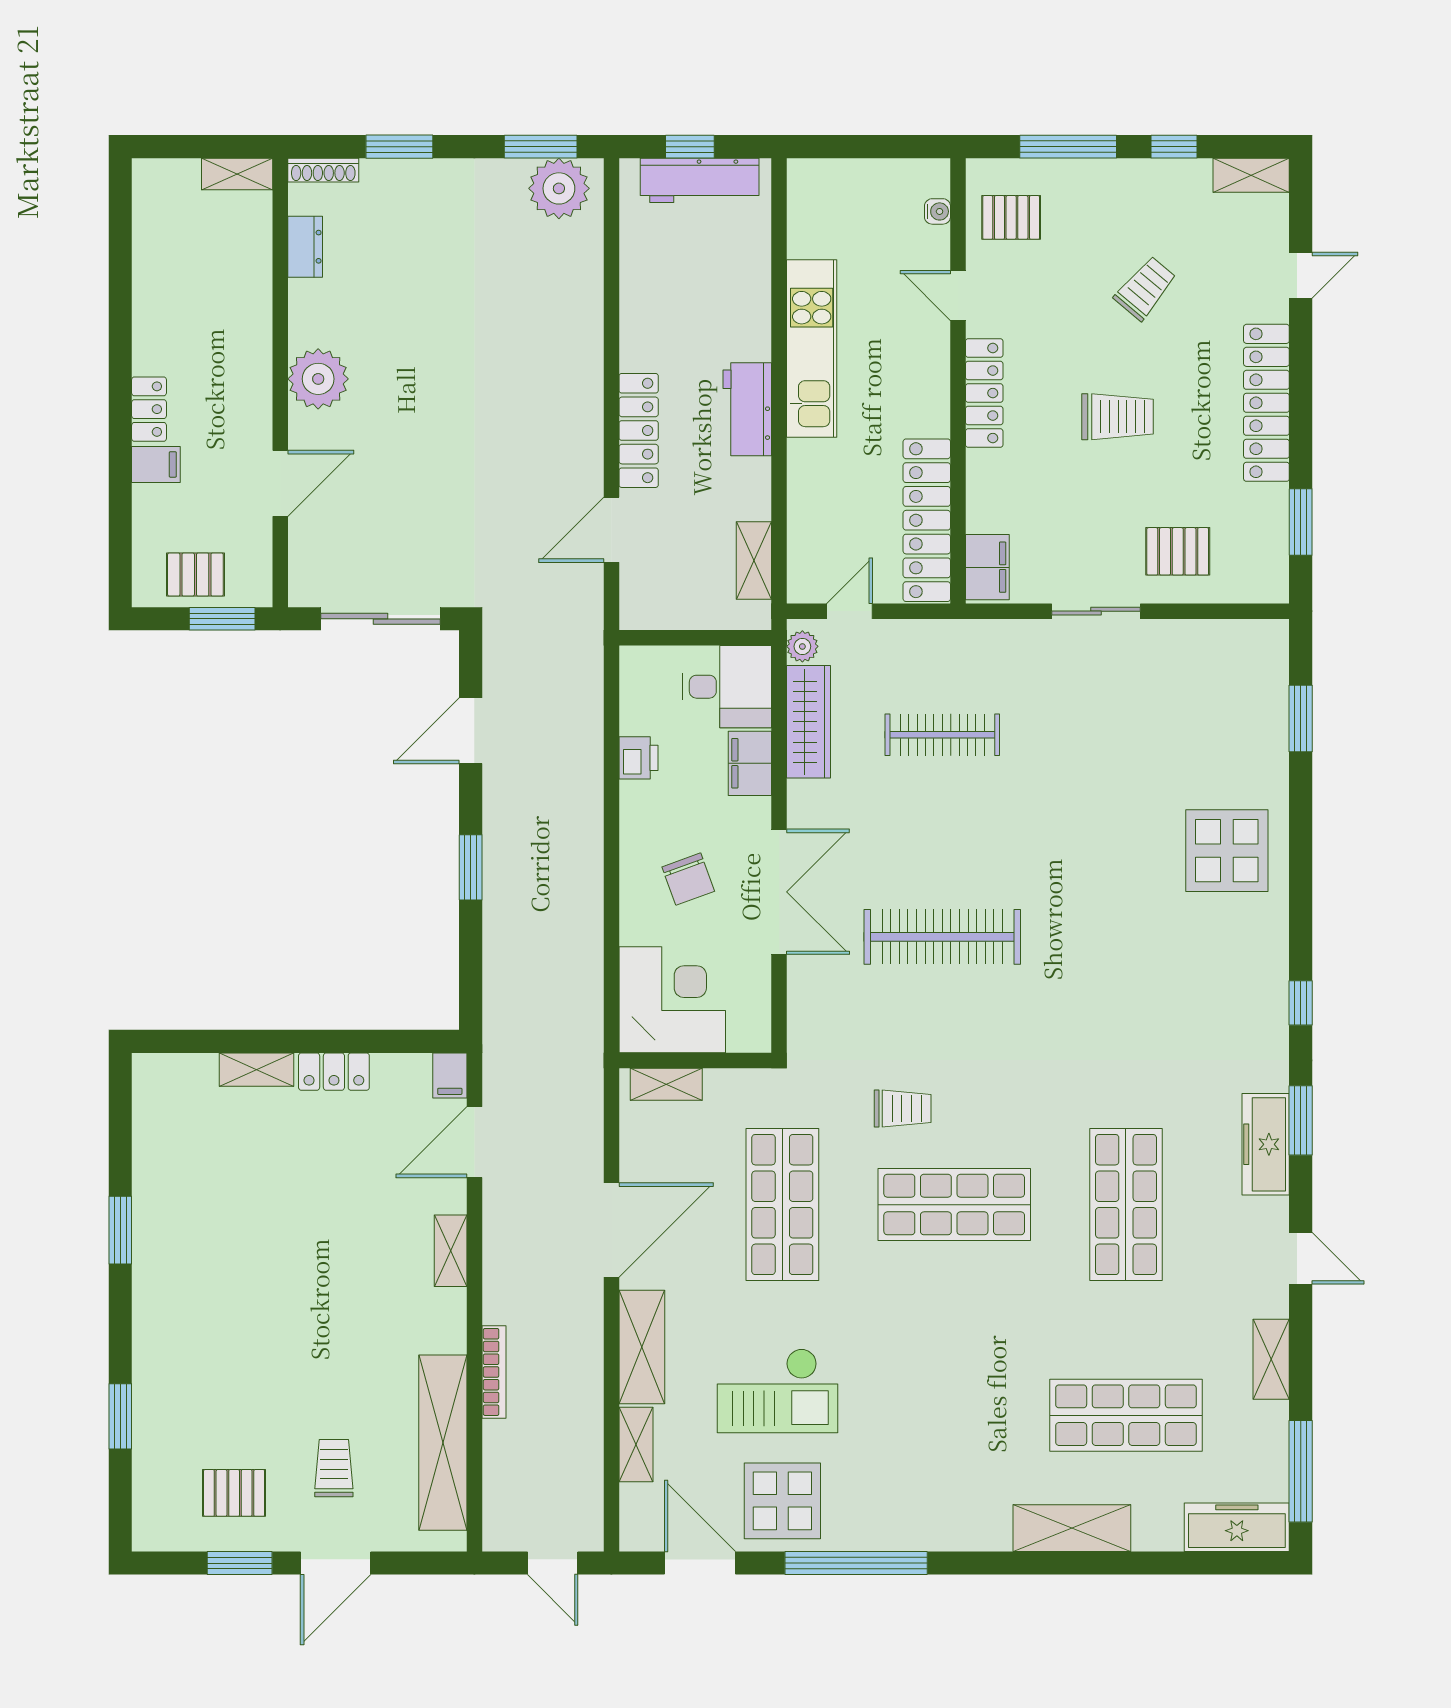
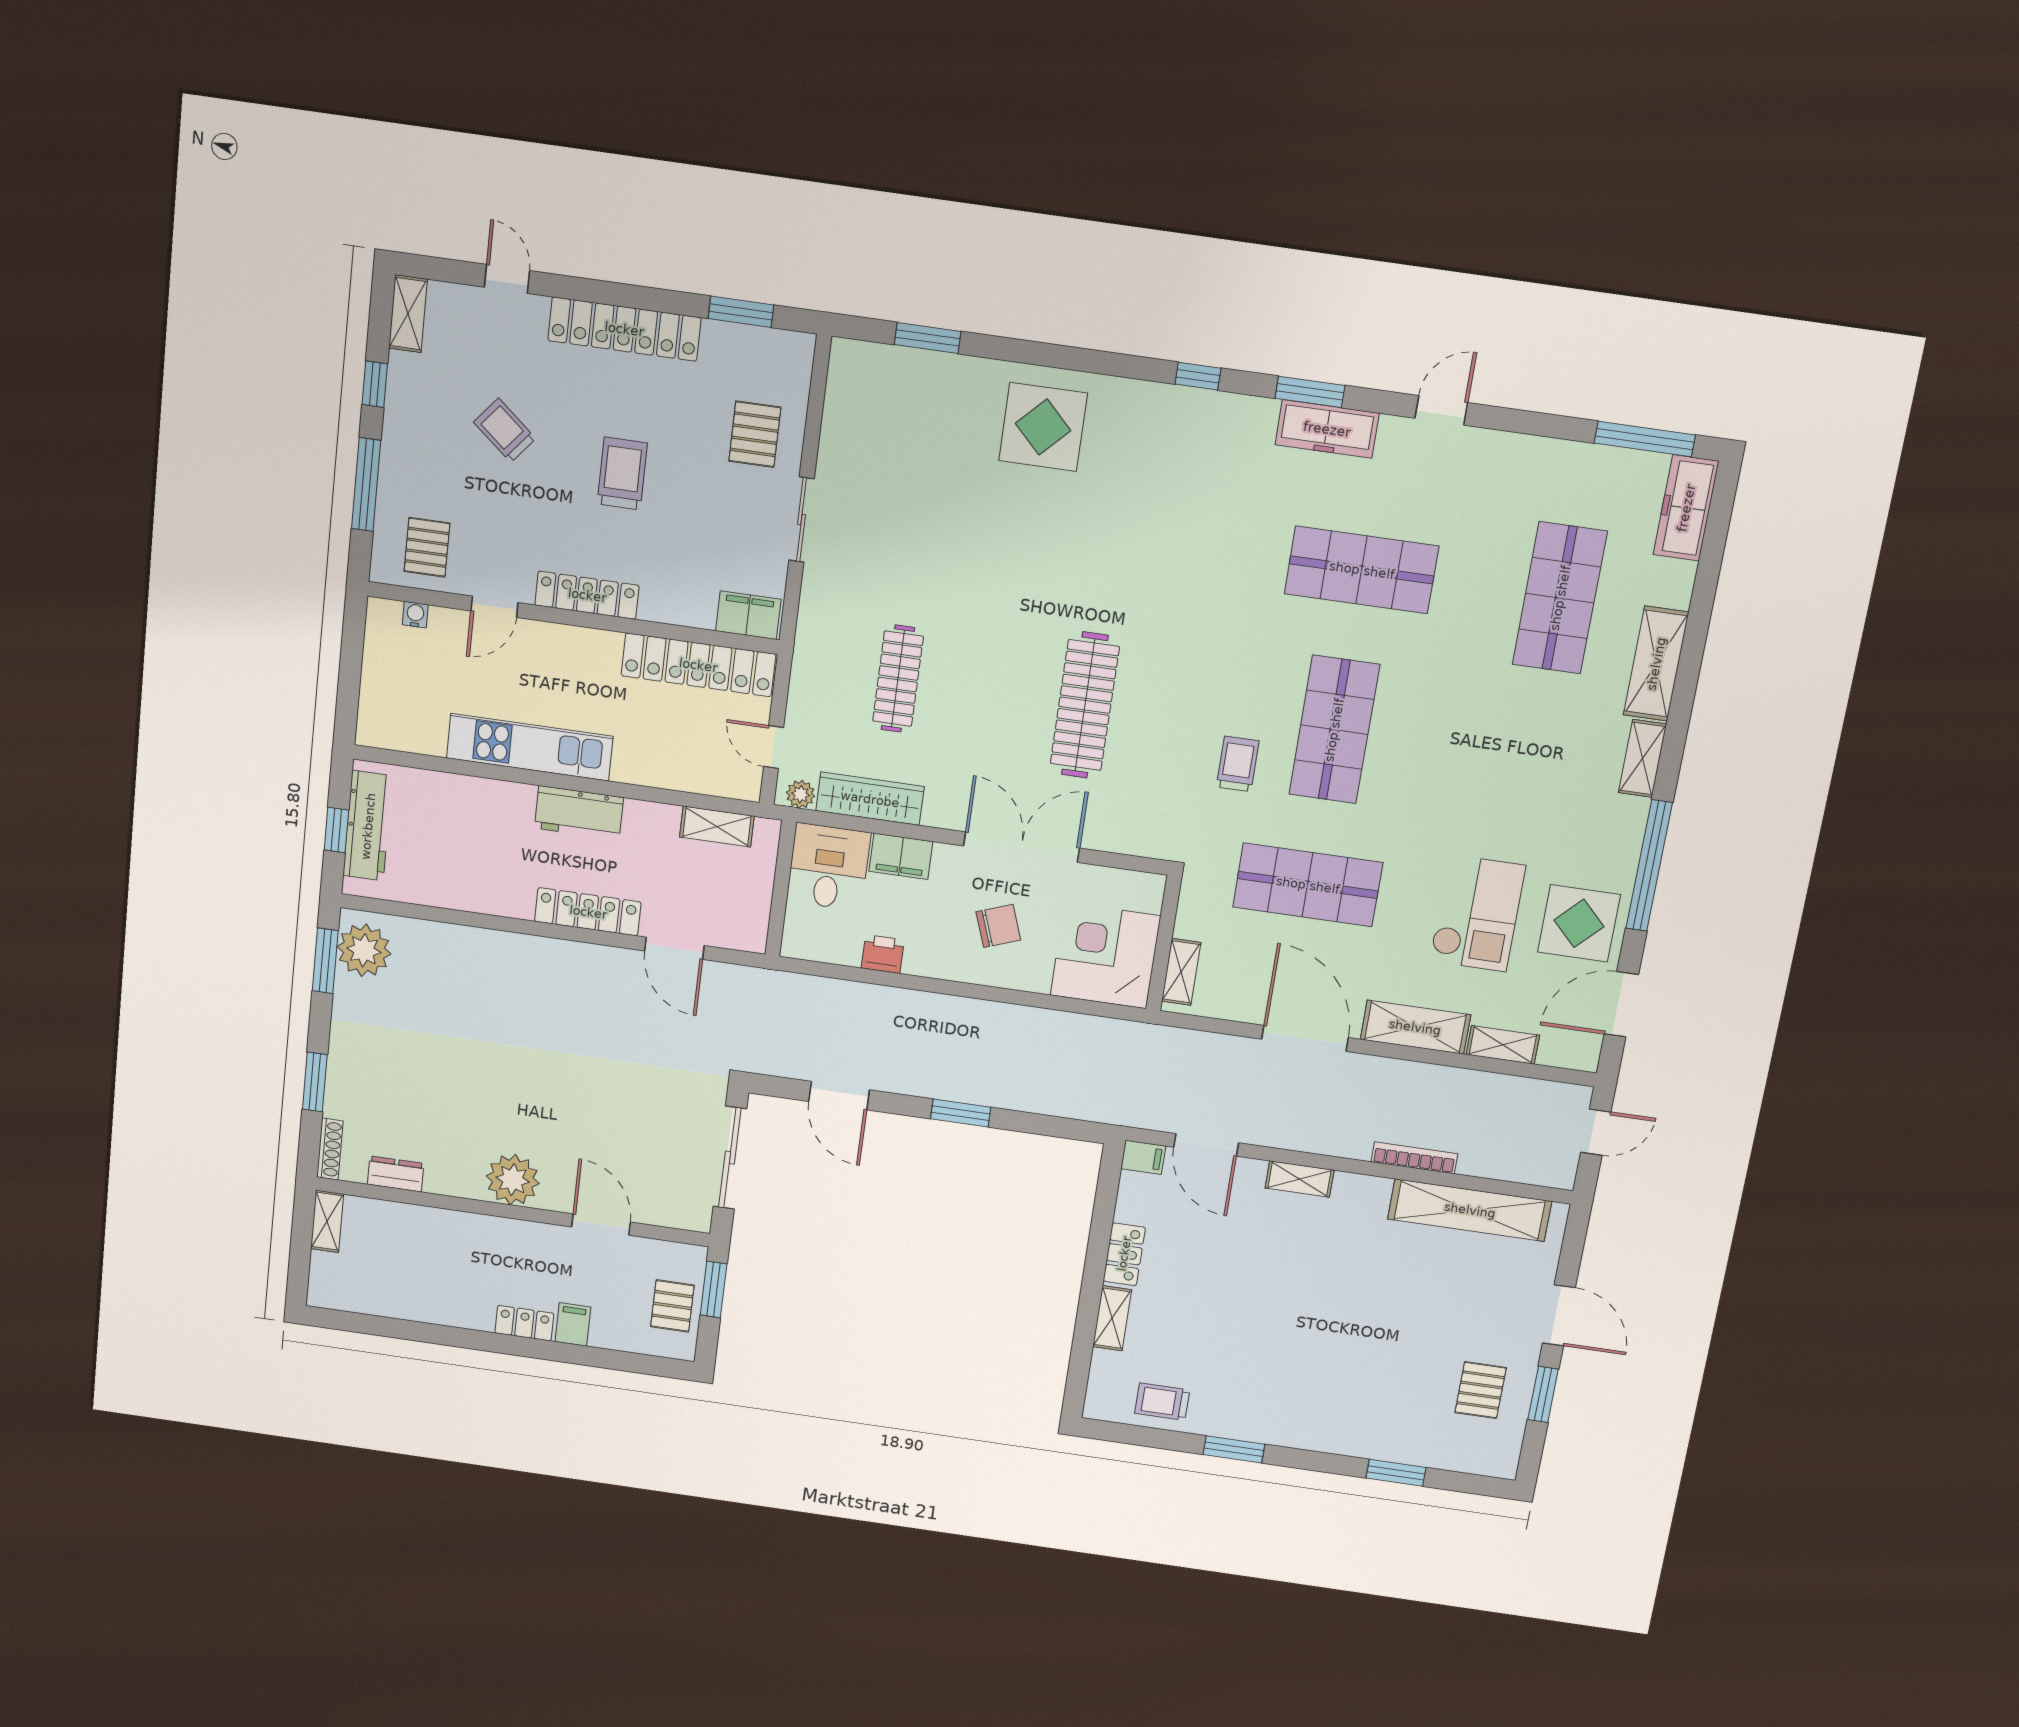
shelving: (1271, 1359) -> (1642, 758), moved, turned 90
trolley: (334, 1468) -> (1162, 1402), moved

